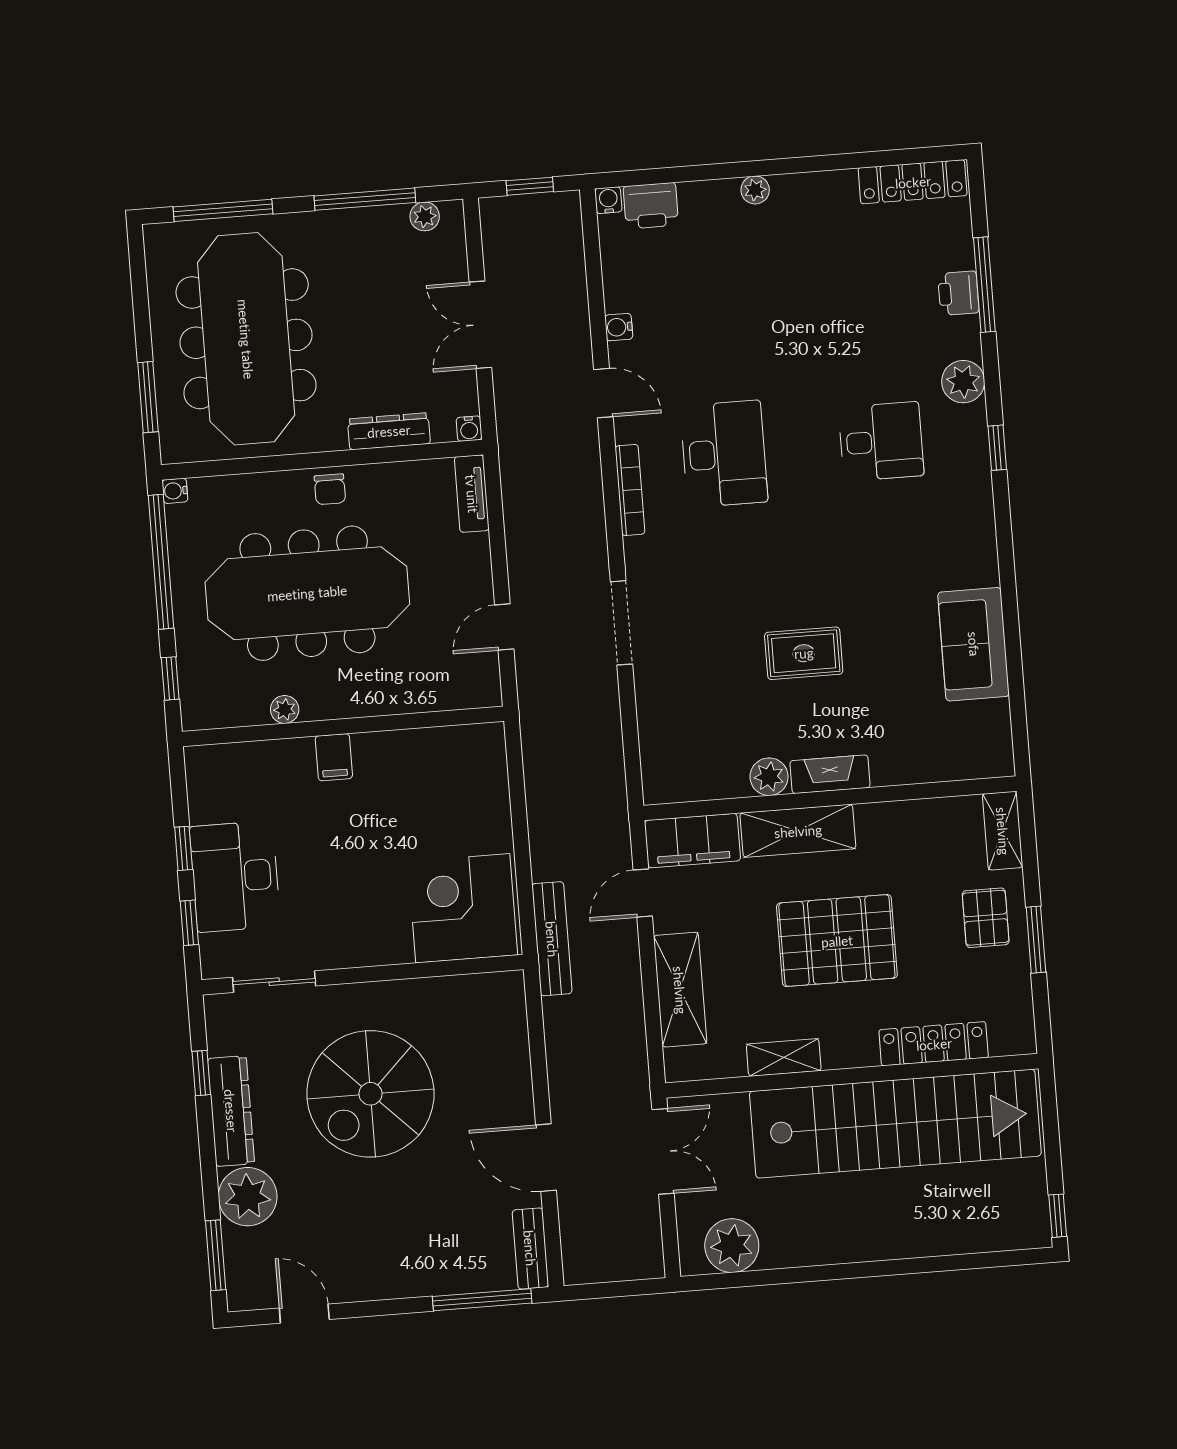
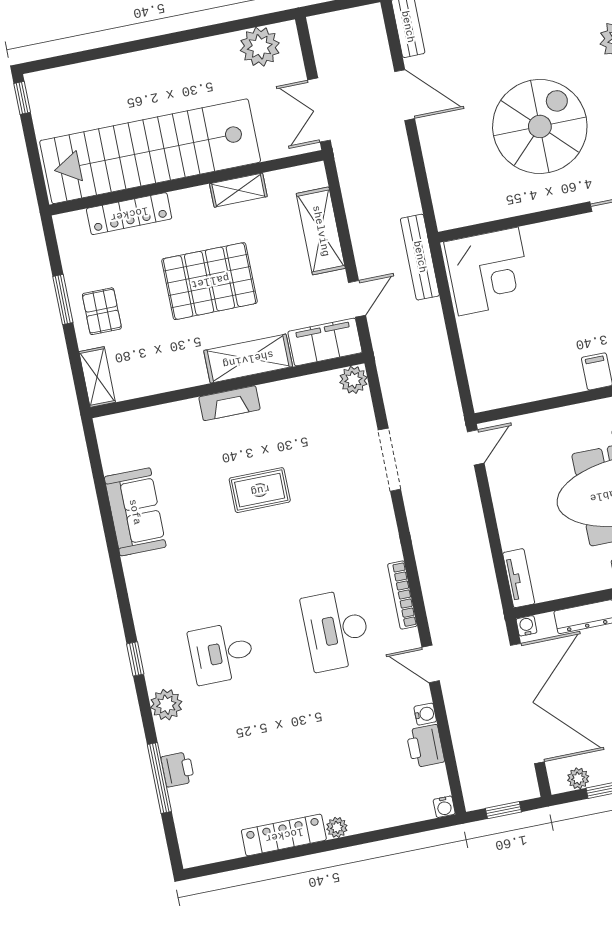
locker: (913, 182) -> (284, 835), moved
printer: (651, 206) -> (425, 746), moved, turned -90
double door: (480, 325) -> (527, 703), width x1.87
doorway: (621, 623) -> (389, 460), moved
door: (504, 627) -> (476, 447), moved
plant: (769, 777) -> (353, 380), moved

